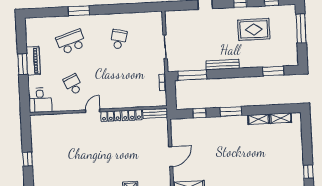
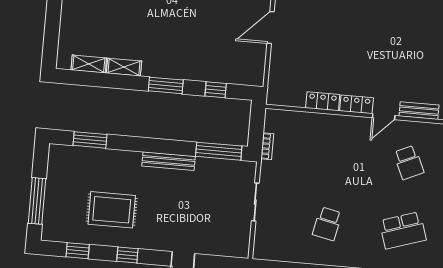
bench: (155, 113) -> (419, 111), moved

